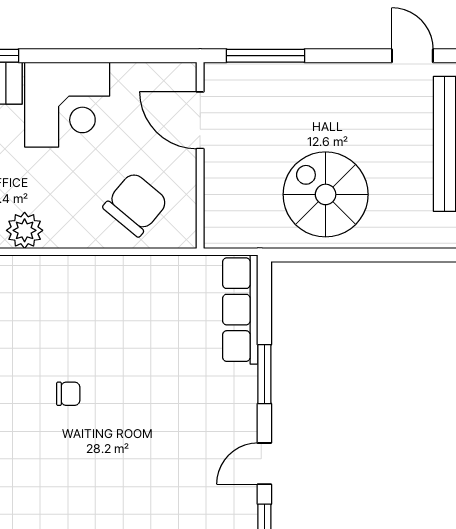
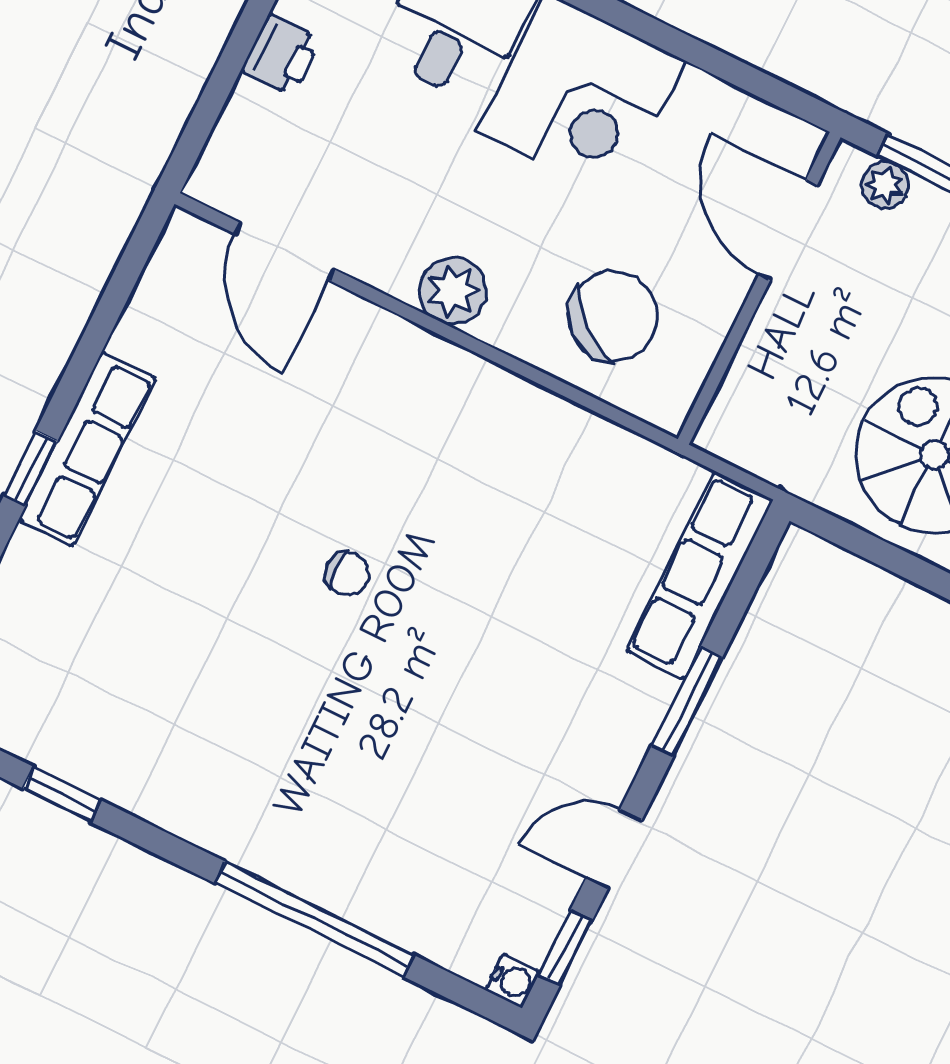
plant: (237, 75) -> (885, 185), added
plant: (25, 230) -> (453, 291), moved

